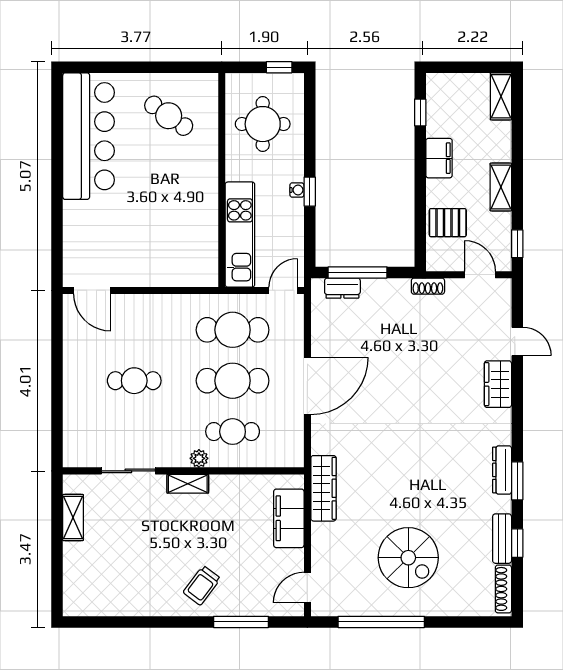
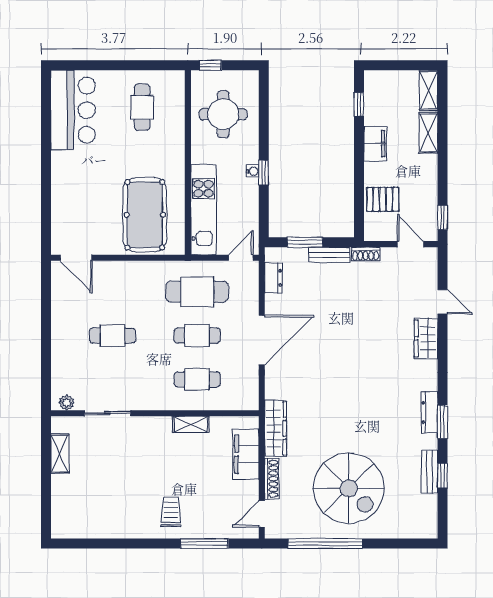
window: (279, 67) -> (210, 65), moved
cafe table: (169, 116) -> (142, 107), turned 55
bar counter: (89, 136) -> (73, 110), width x0.73
shelving: (501, 187) -> (428, 133), moved
pool table: (172, 241) -> (145, 215), added
window: (358, 272) -> (305, 242), width x0.69
bench: (386, 287) -> (329, 255), added
dresser: (342, 288) -> (273, 278), moved, turned -90
cafe table: (233, 381) -> (197, 336), width x0.73, depth x0.74
plant: (199, 458) -> (67, 403), moved
shelving: (188, 484) -> (191, 424), moved
spiral stairs: (408, 558) -> (349, 488), width x1.37, depth x1.37
trolley: (202, 585) -> (171, 512), turned 143
shoe rack: (503, 589) -> (272, 479), moved, turned 180

